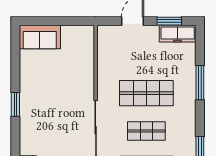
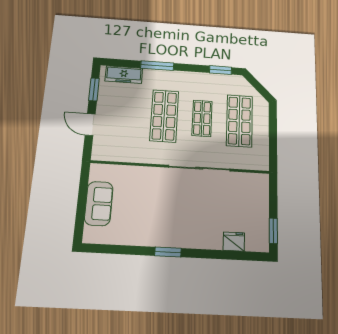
freezer: (178, 34) -> (124, 75), moved, turned 90
sofa: (40, 37) -> (99, 203), moved

